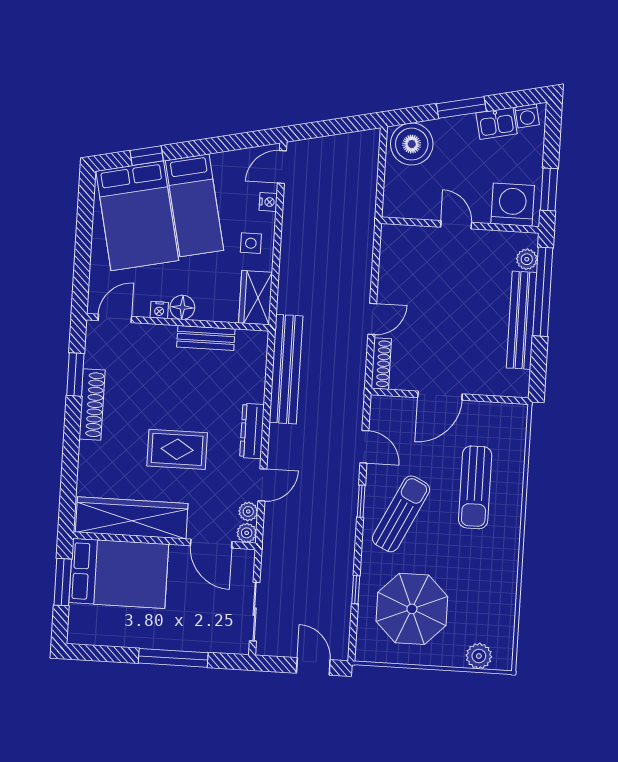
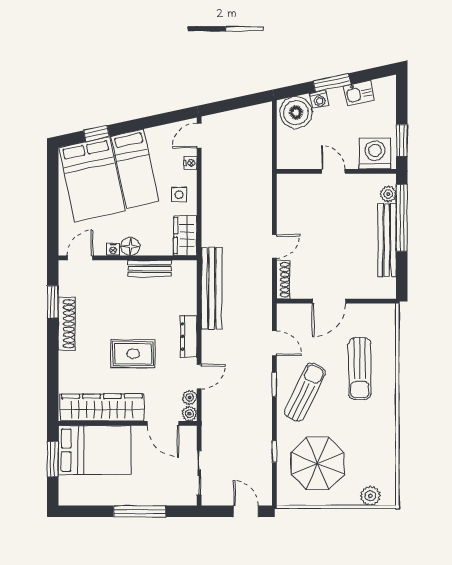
washing machine: (527, 116) -> (319, 99), moved

